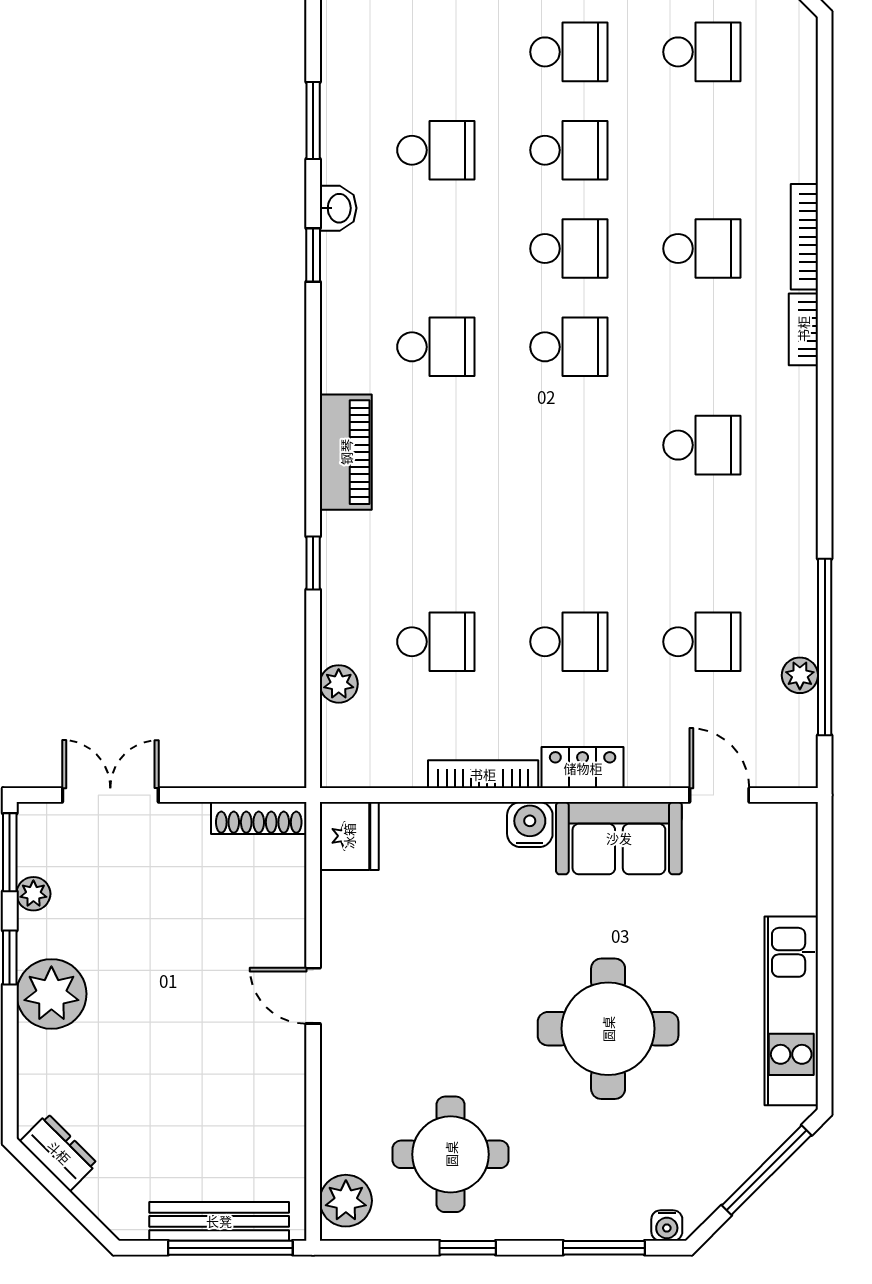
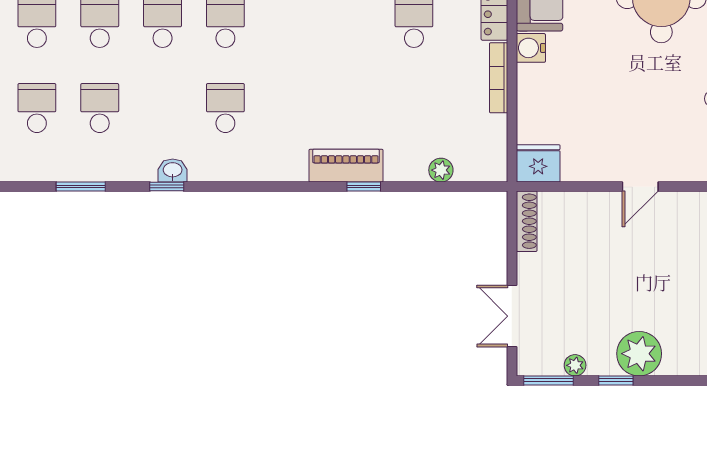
washbasin: (338, 208) -> (173, 170), moved
piano: (346, 452) -> (346, 166), moved
school desk: (436, 642) -> (37, 108), moved

